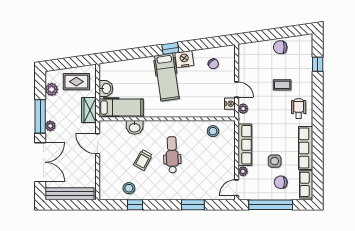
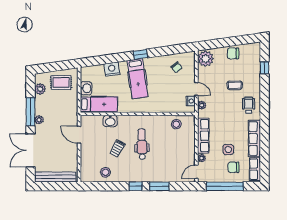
plant: (248, 54) -> (206, 59), added
nightstand: (184, 59) -> (112, 69), moved
wardrobe: (89, 110) -> (72, 106), removed
double door: (40, 162) -> (30, 150), swing flipped
window: (135, 205) -> (136, 186), moved

